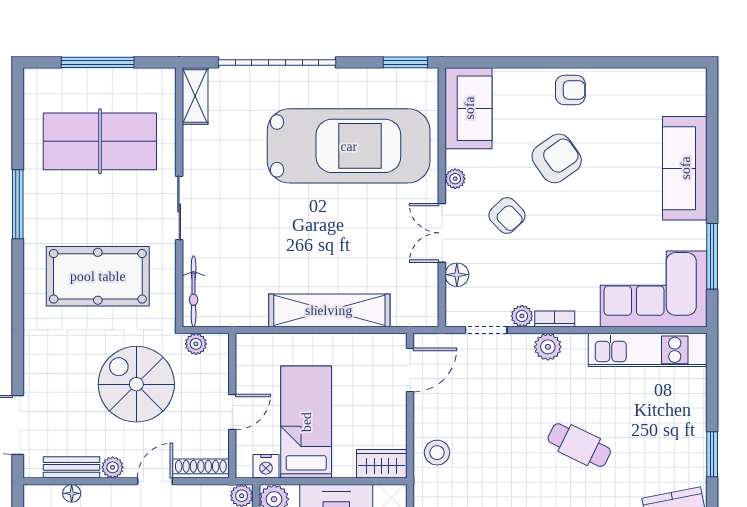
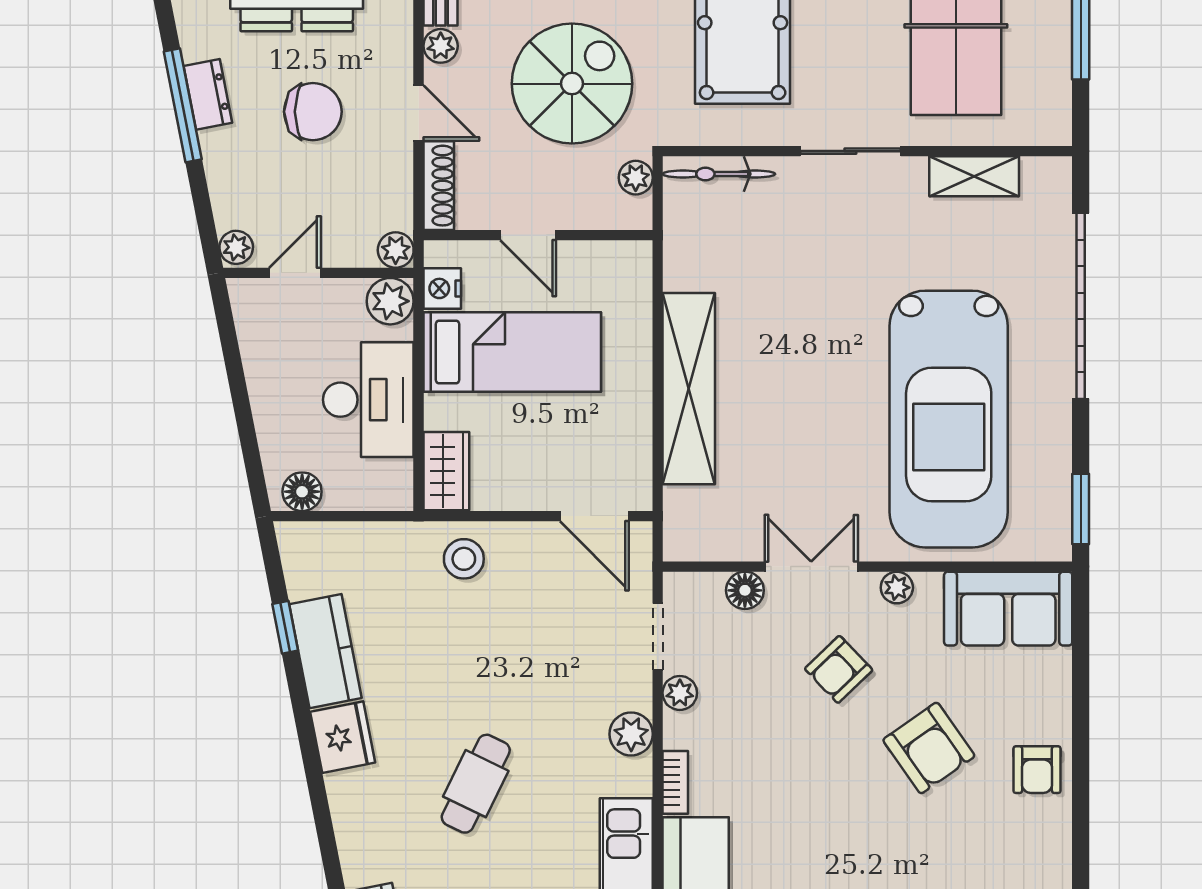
shelving: (195, 96) -> (974, 176), moved
bookcase: (555, 319) -> (675, 782), moved

